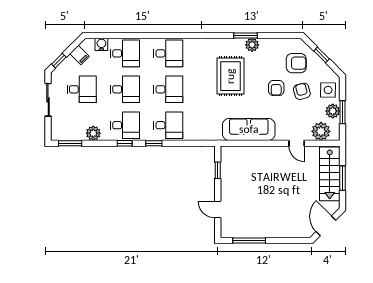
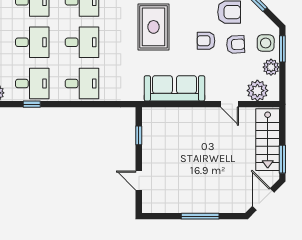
armchair: (276, 88) -> (206, 41), turned 90
armchair: (302, 91) -> (236, 44), turned 102
window: (343, 112) -> (282, 49), moved
window: (154, 143) -> (65, 104), removed
window: (343, 178) -> (282, 159), moved
window: (249, 241) -> (200, 216), moved

